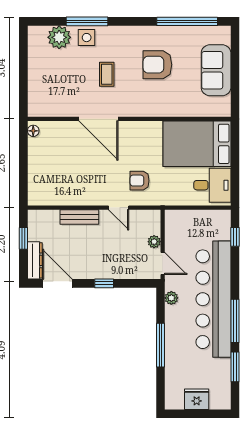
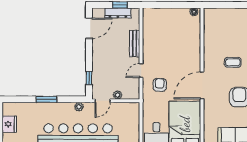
door: (98, 119) -> (202, 85), moved
dresser: (35, 260) -> (118, 13), moved
window: (104, 283) -> (89, 78), moved
window: (160, 345) -> (46, 99), width x0.69

